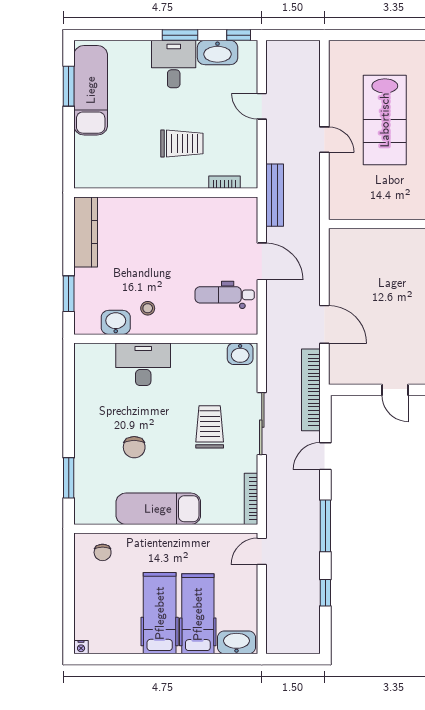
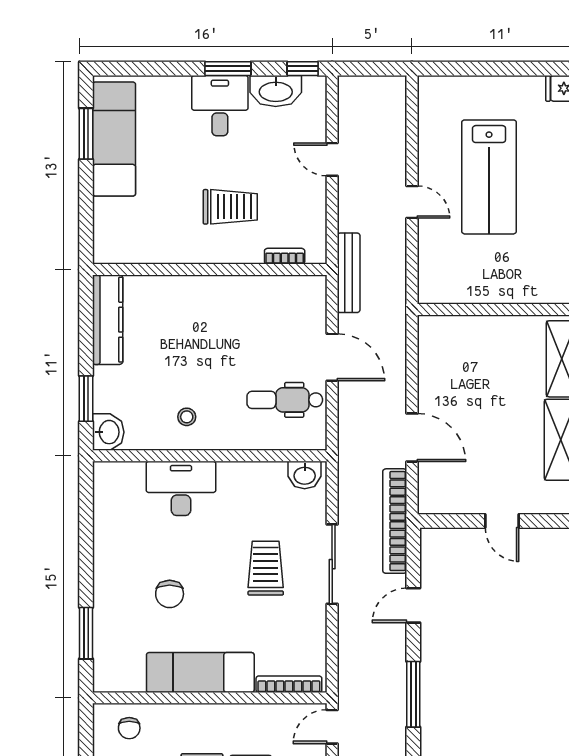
washbasin: (116, 322) -> (108, 432), moved, turned 90
bookcase: (251, 499) -> (289, 684), moved, turned 90

